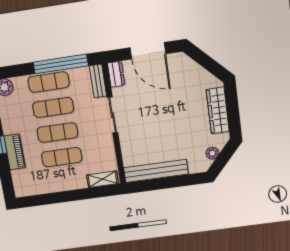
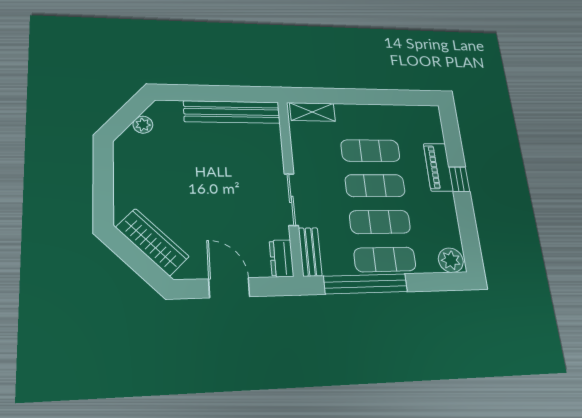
door: (148, 51) -> (229, 288), width x0.73
wardrobe: (218, 111) -> (152, 242), moved, turned -45

